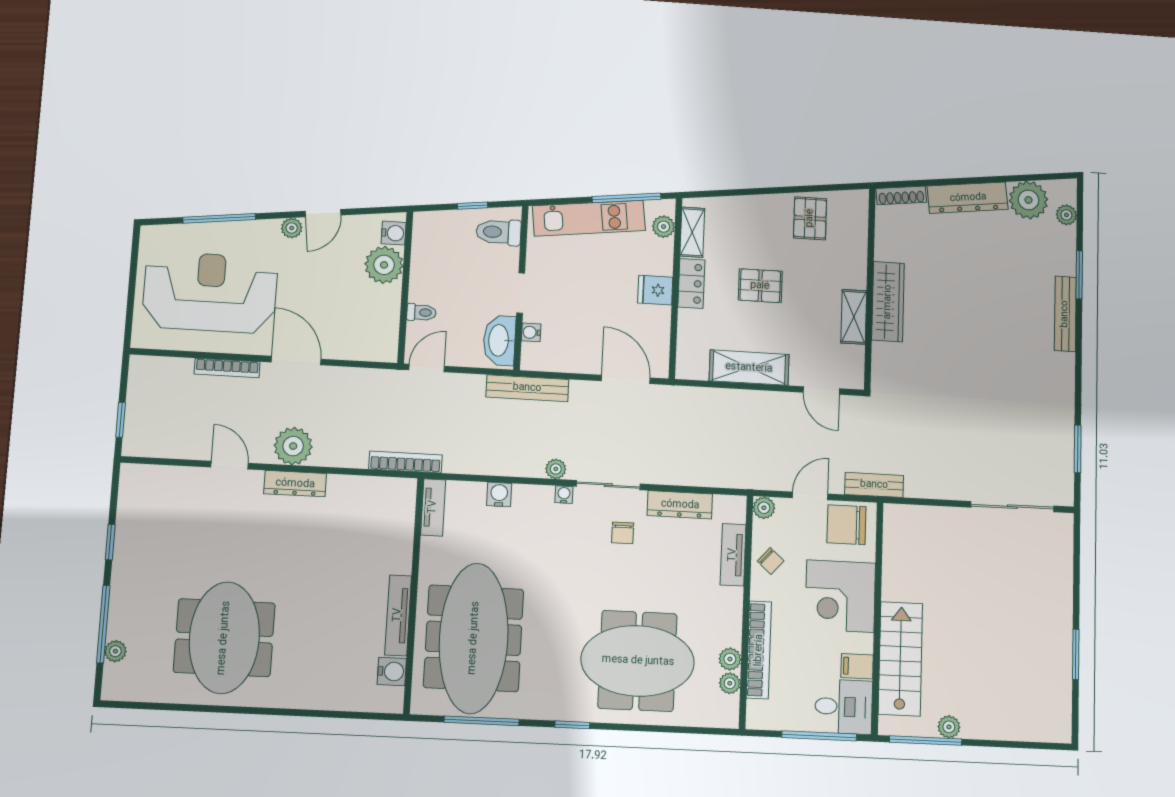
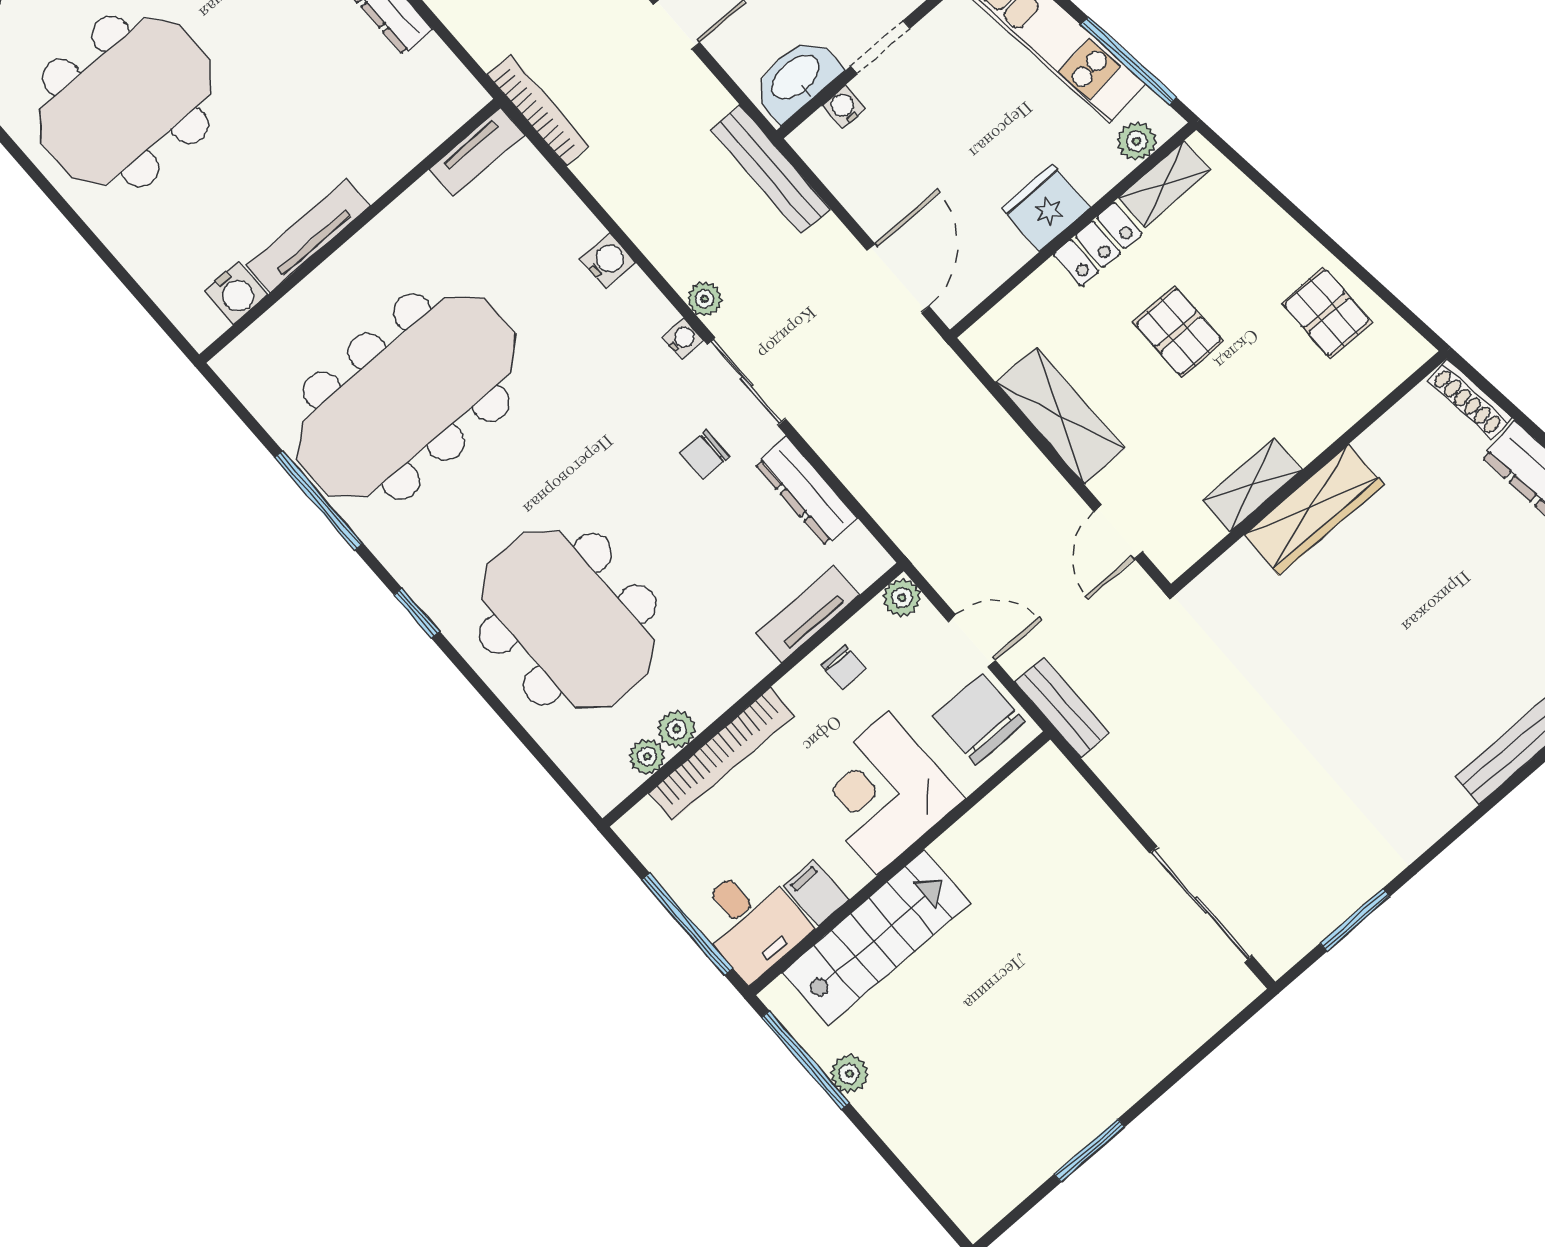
pallet: (810, 218) -> (1327, 313), turned 90
fridge: (655, 290) -> (1046, 208), width x1.38
tv unit: (433, 507) -> (477, 152), moved
chair: (771, 561) -> (844, 667), turned -42
wall: (414, 595) -> (350, 231), moved
tv unit: (398, 615) -> (309, 236), moved
water cooler: (392, 671) -> (236, 293), moved

